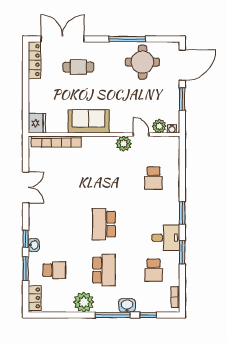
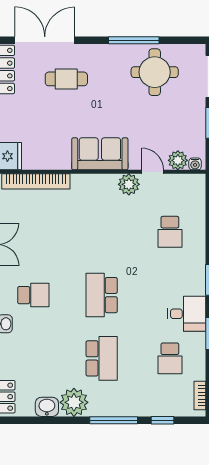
sofa: (89, 121) -> (100, 154), moved
school desk: (54, 270) -> (33, 295), moved
washbasin: (127, 305) -> (47, 407), moved

